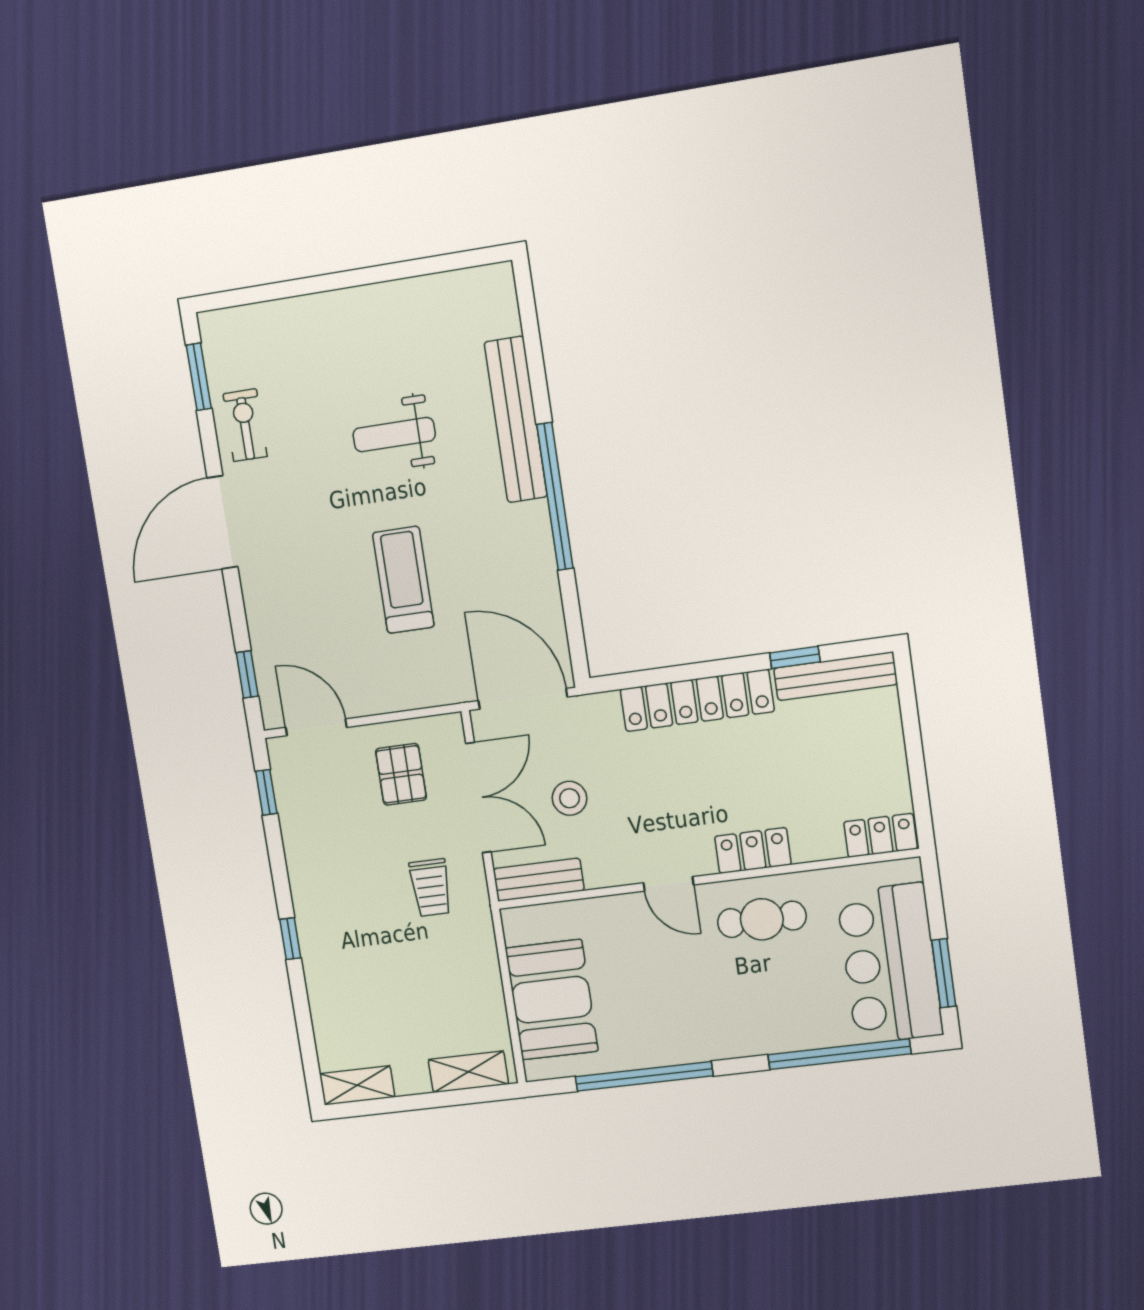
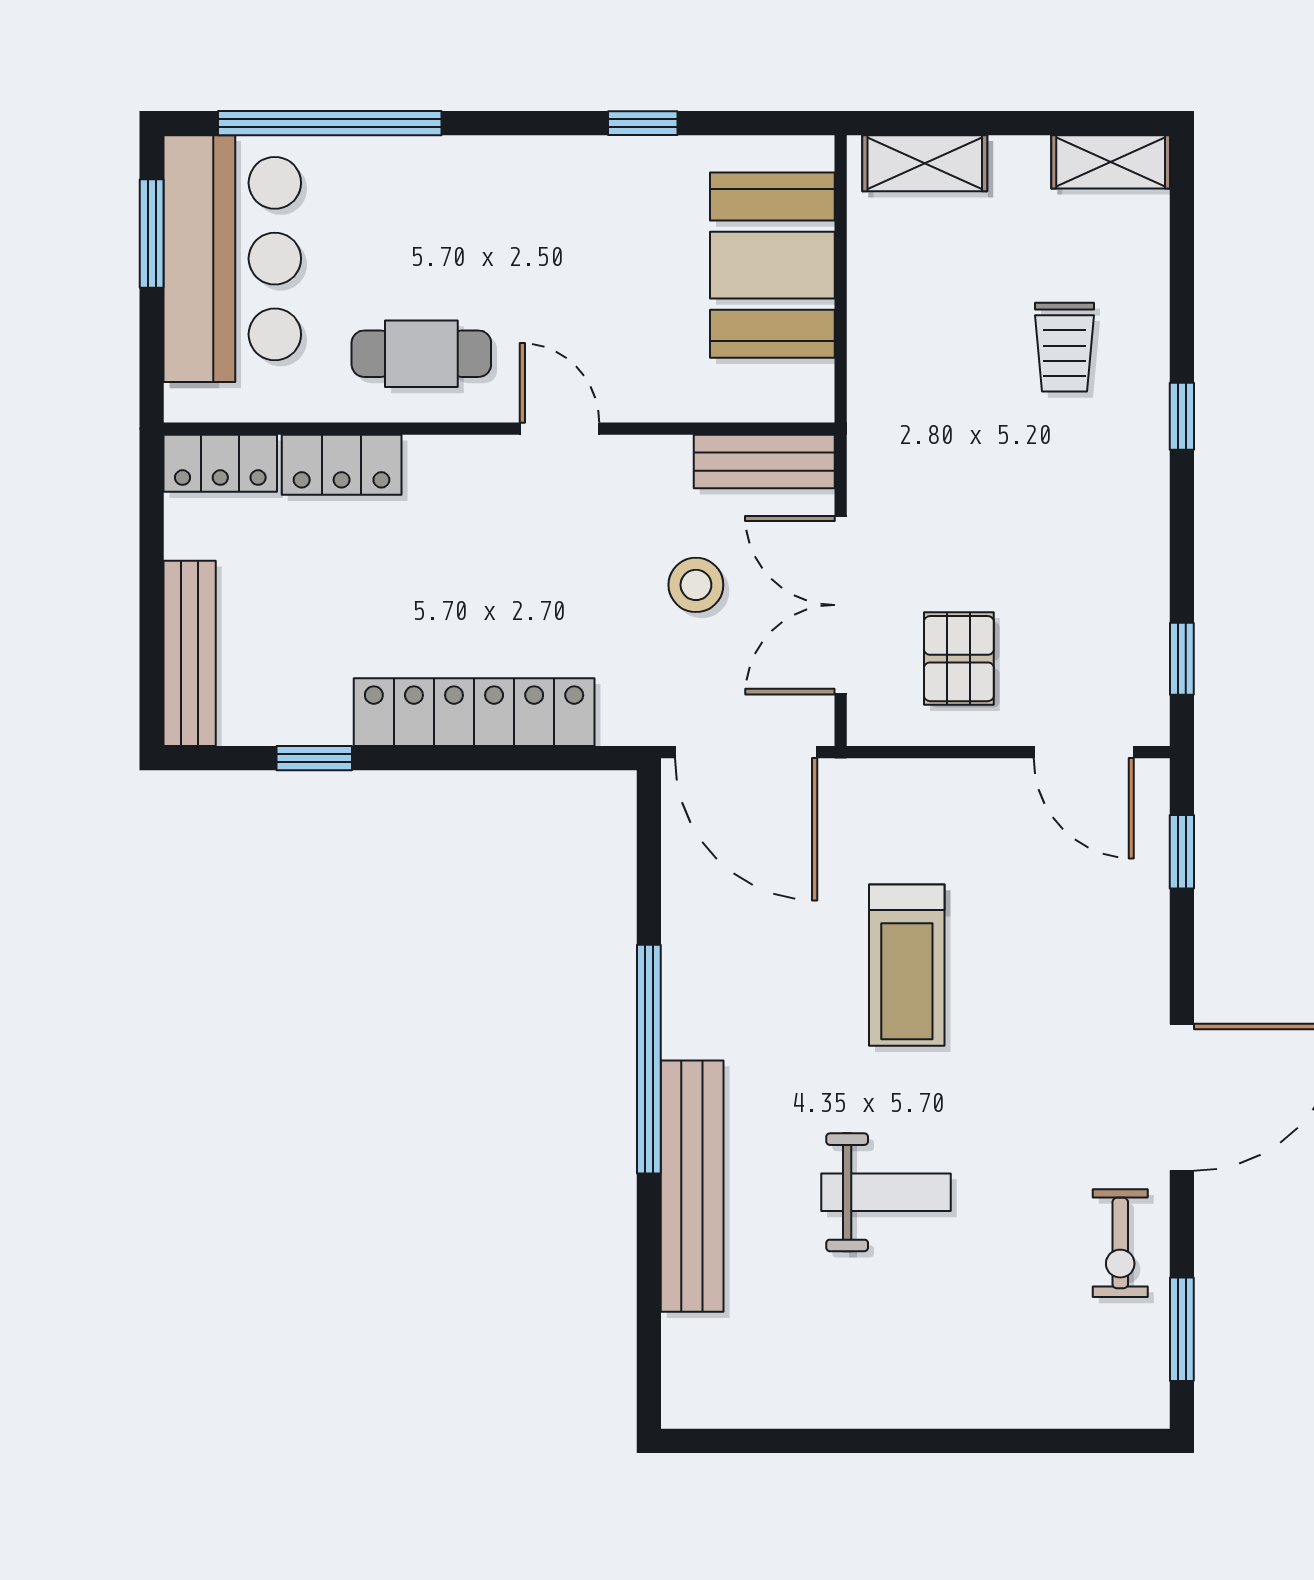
bench: (835, 676) -> (190, 653), moved, turned 90
locker: (753, 850) -> (342, 465), moved
trolley: (431, 888) -> (1065, 347), moved, turned 180
window: (644, 1076) -> (643, 123), width x0.32

